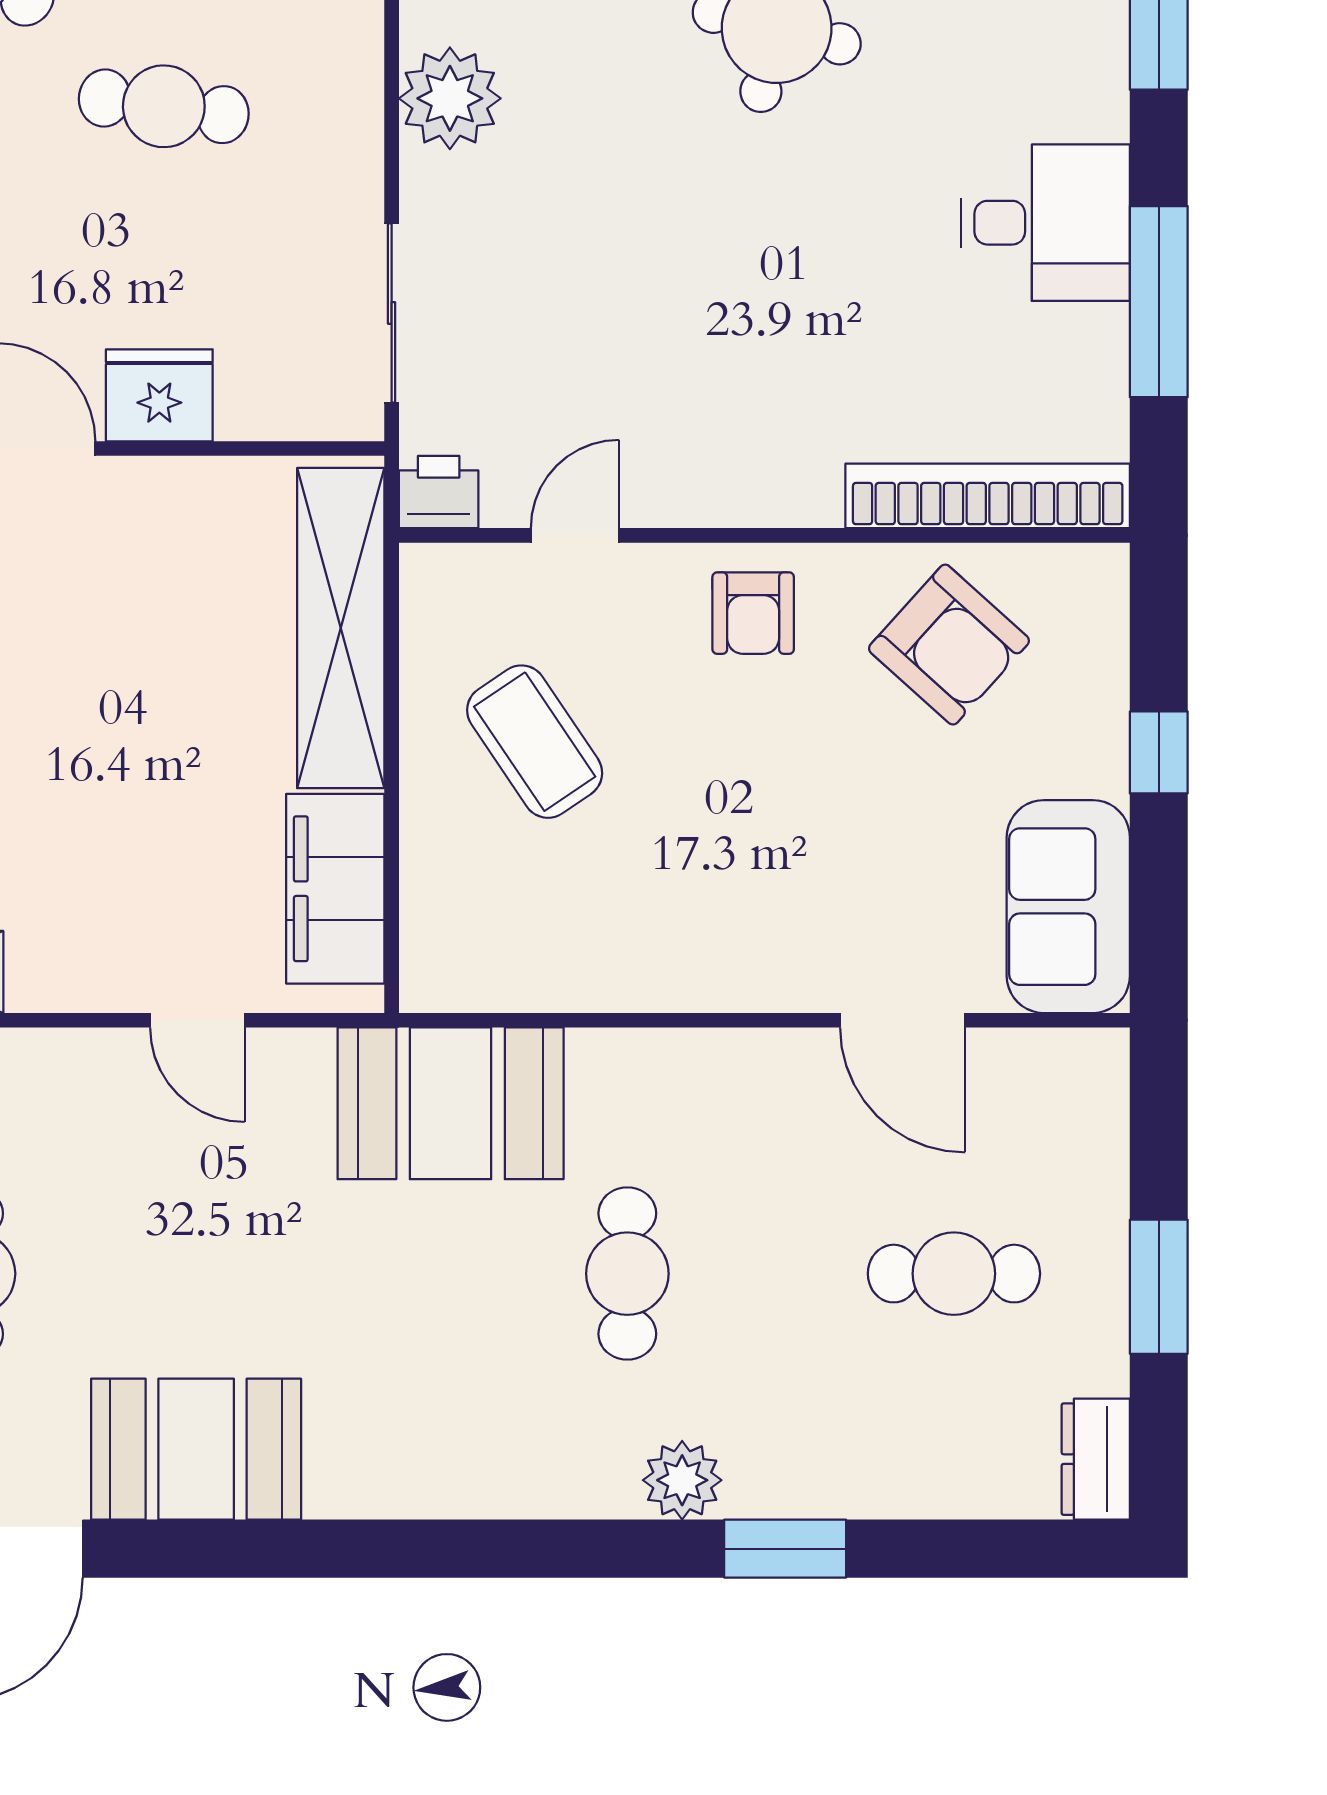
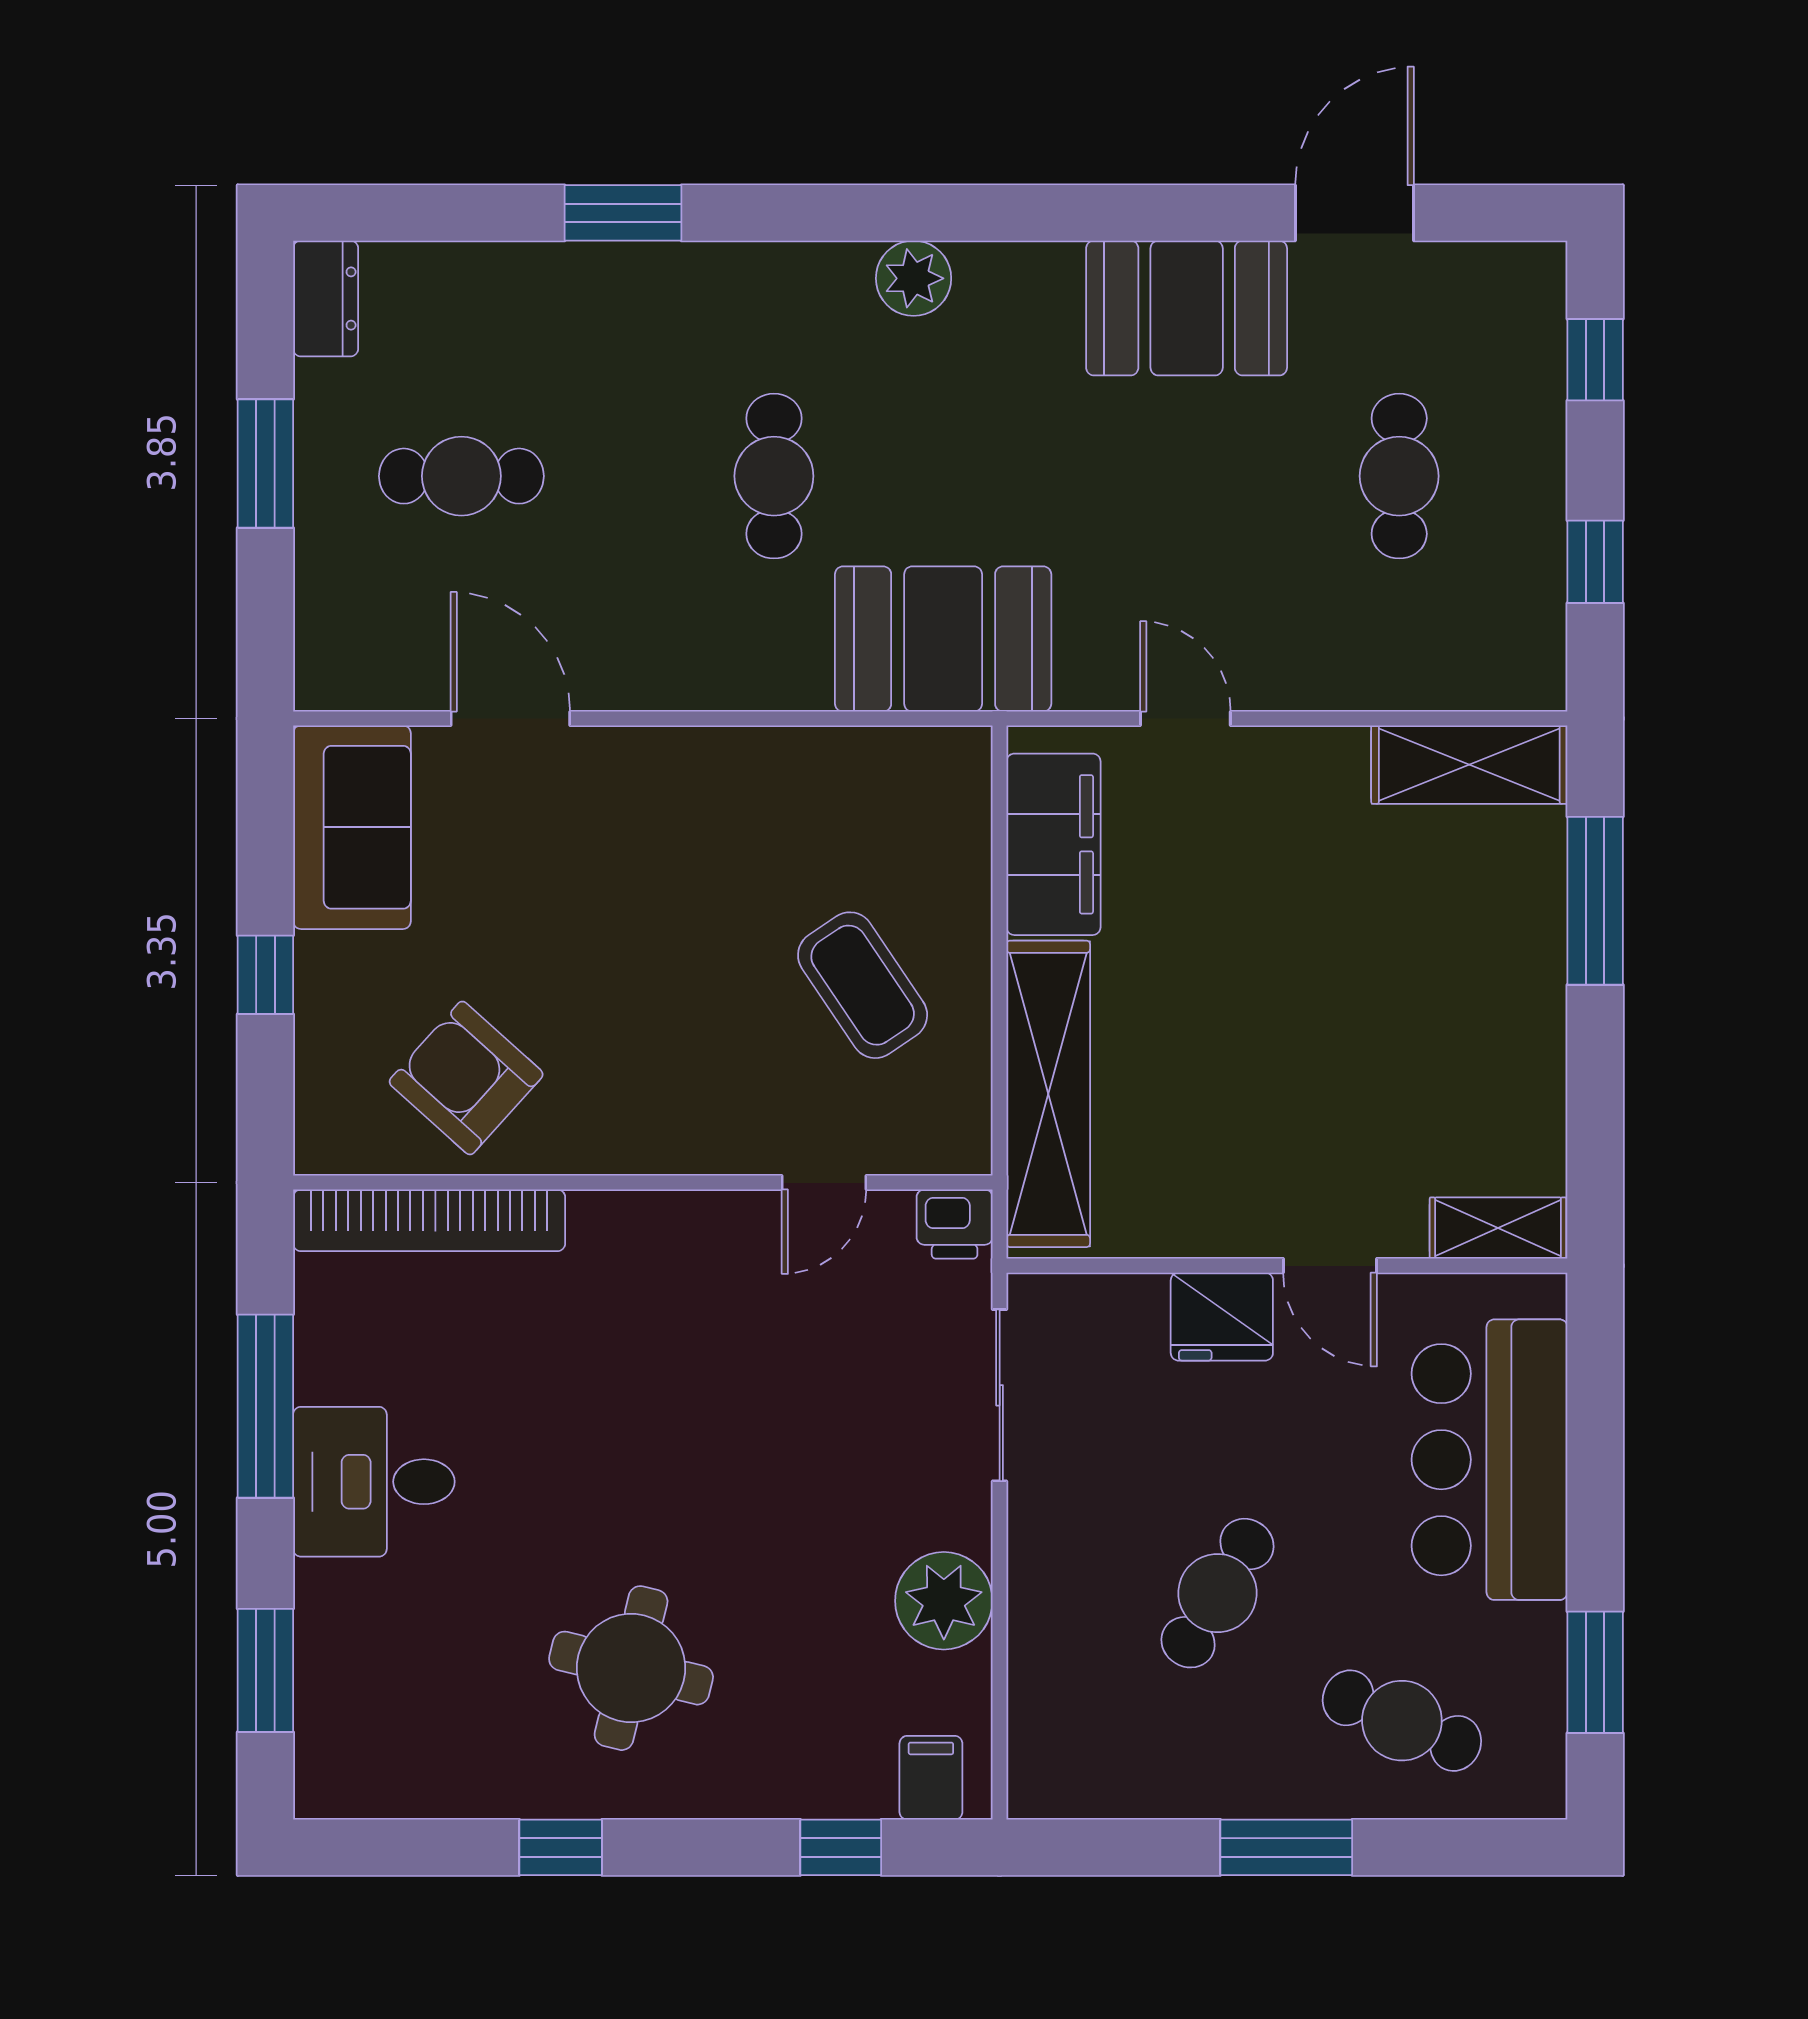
cafe table: (164, 106) -> (1218, 1593), turned -67
armchair: (753, 613) -> (654, 1108), removed
plant: (682, 1480) -> (914, 278), moved

